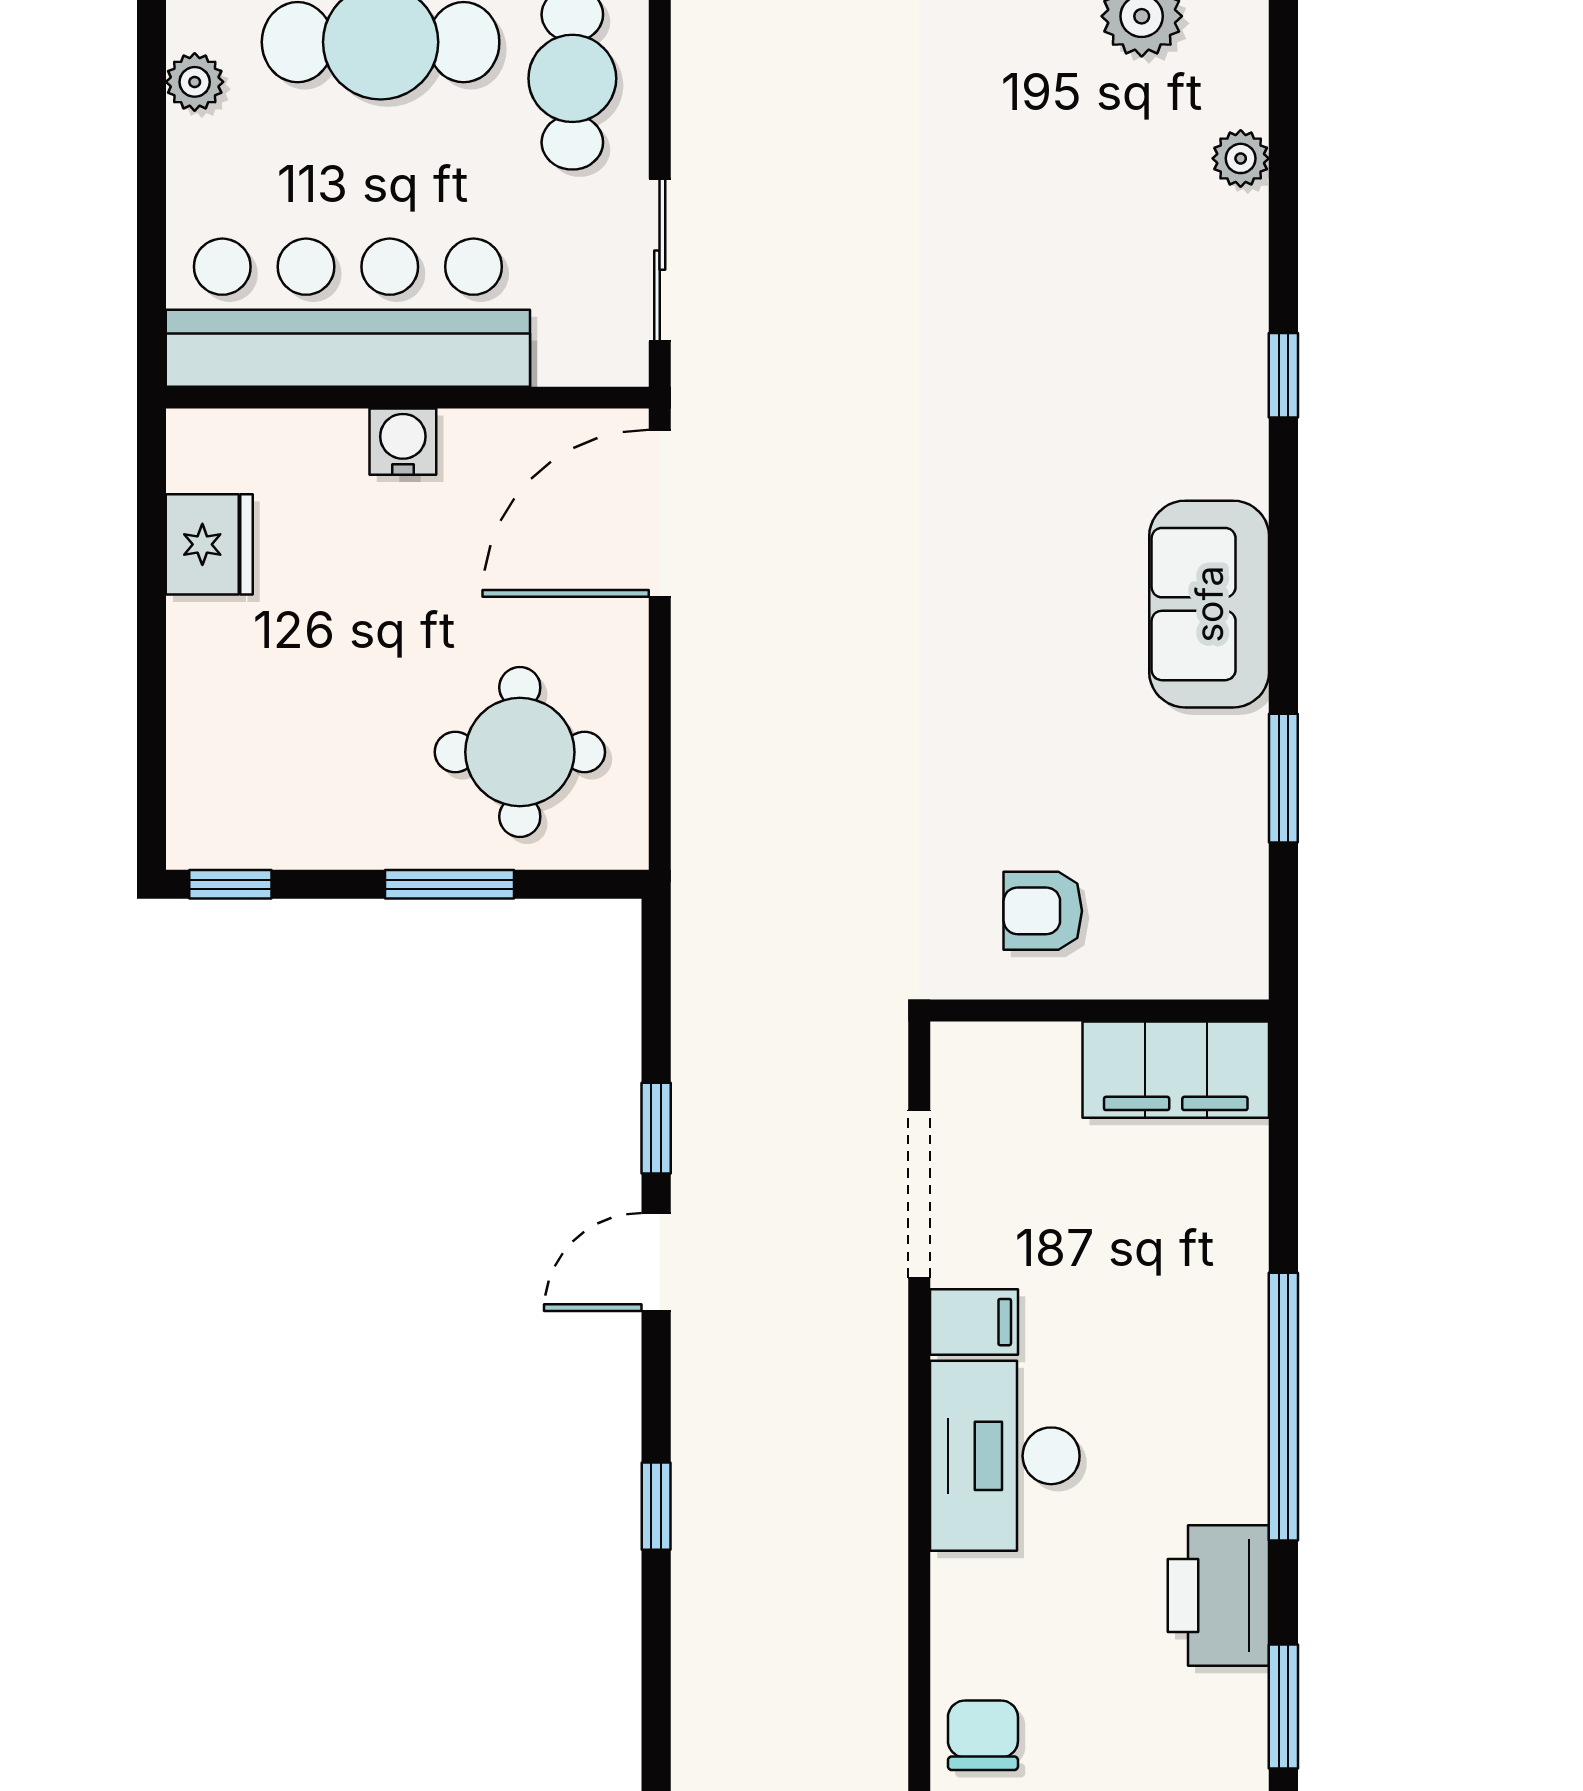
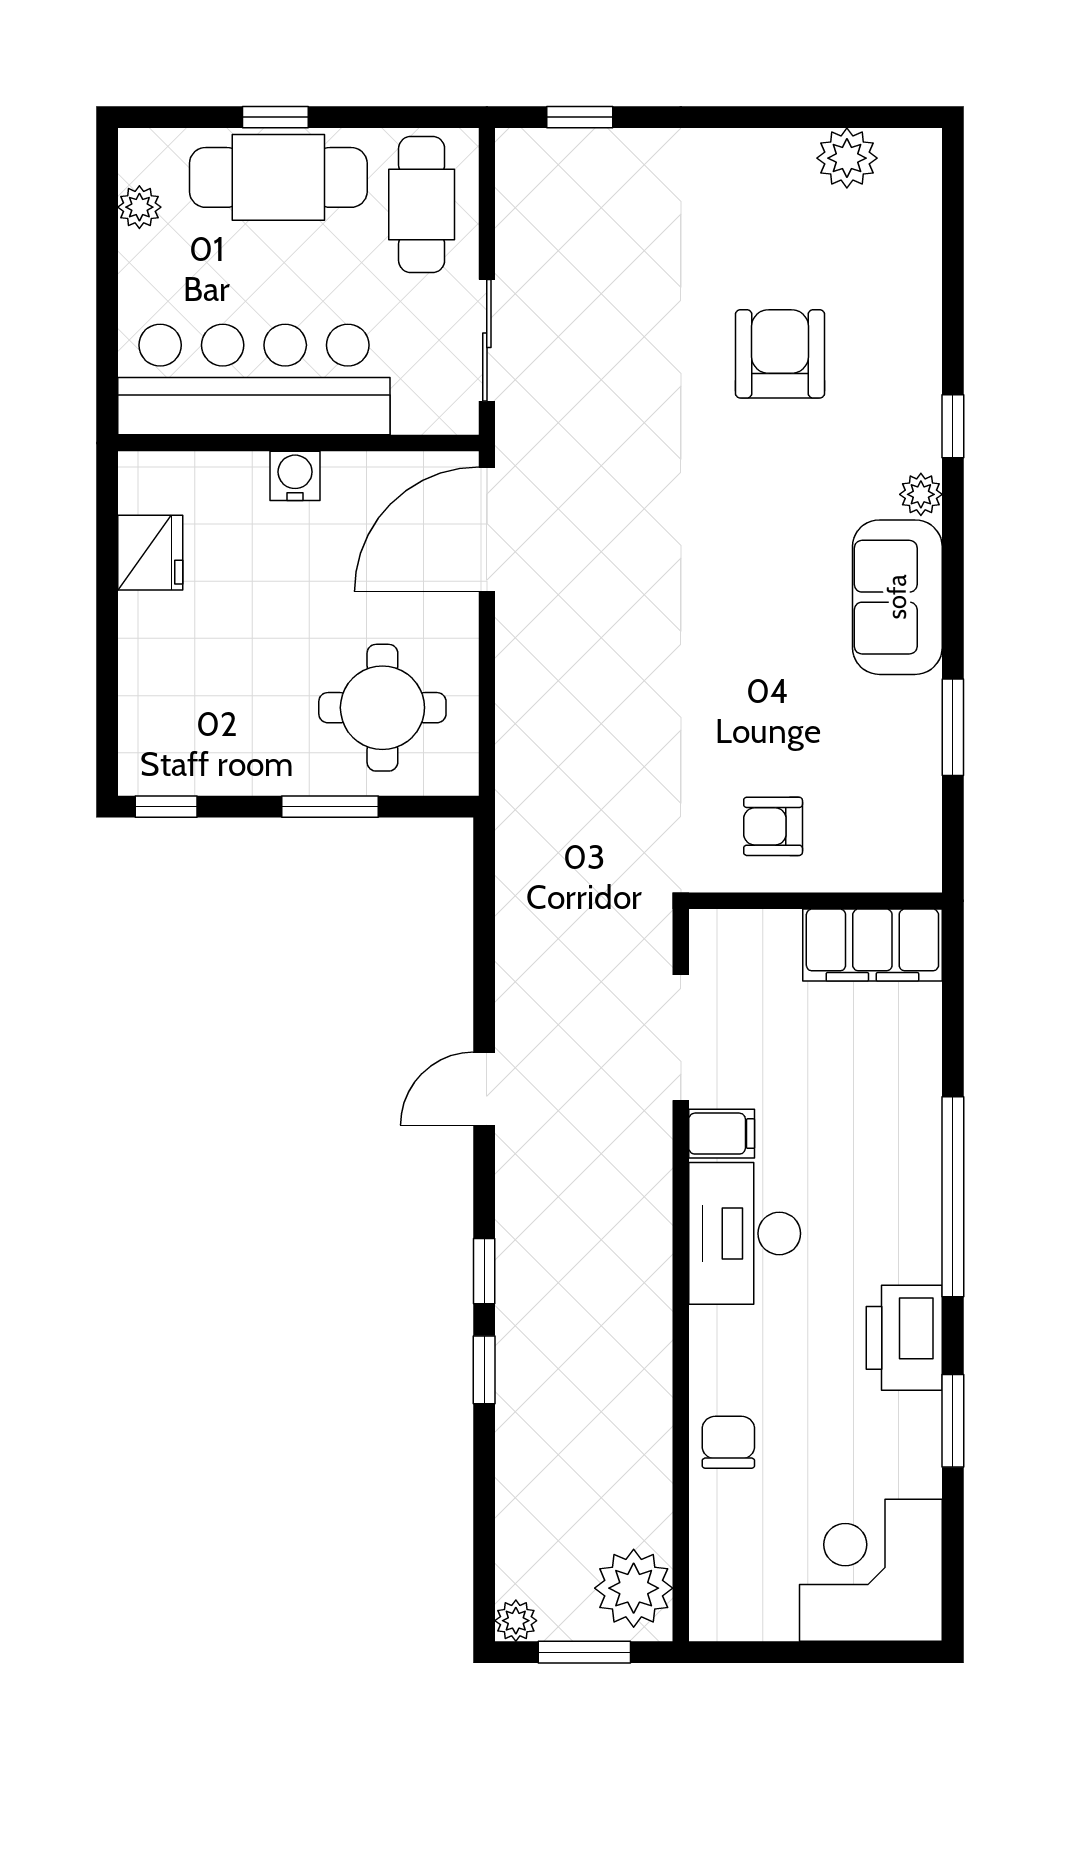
plant: (1241, 158) -> (921, 494), moved
armchair: (1052, 278) -> (780, 354), added
window: (656, 1128) -> (484, 1370), moved

